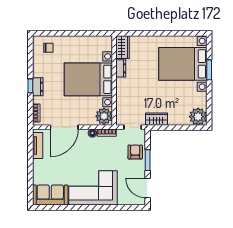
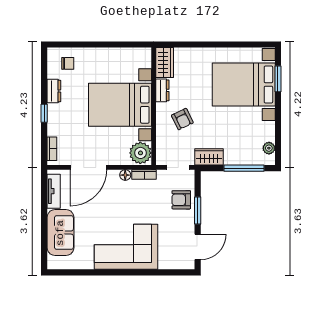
window: (209, 70) -> (278, 79), moved
dresser: (38, 87) -> (54, 91), moved
armchair: (136, 90) -> (182, 119), added
plant: (198, 117) -> (269, 148), width x0.53, depth x0.53
window: (183, 128) -> (244, 168), added
armchair: (135, 152) -> (181, 200), turned -90
door: (148, 188) -> (198, 247), swing flipped
sofa: (50, 195) -> (60, 233), moved, turned 90

